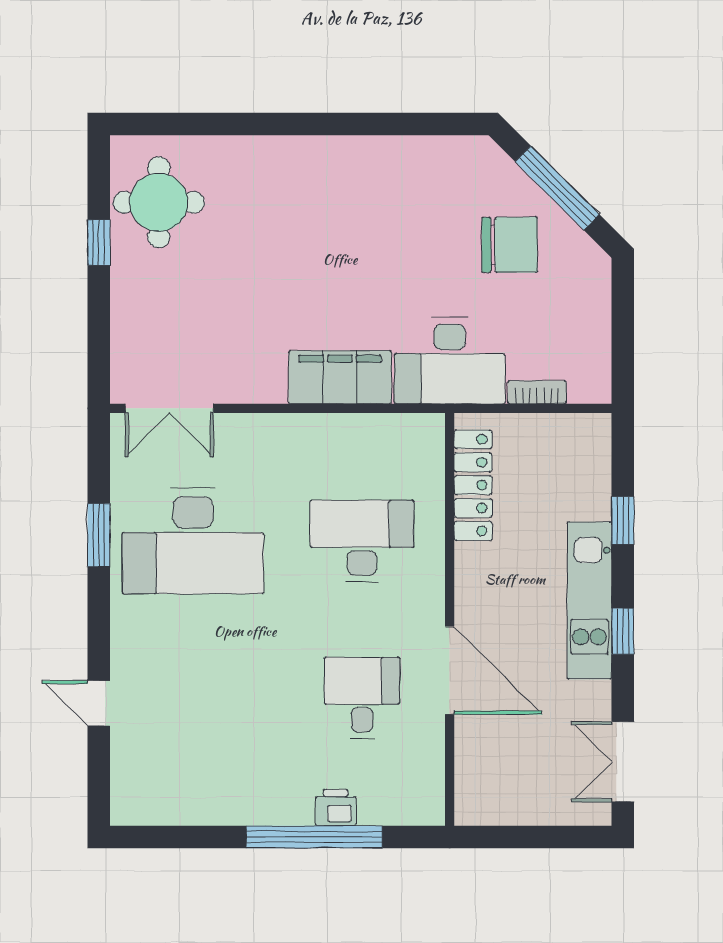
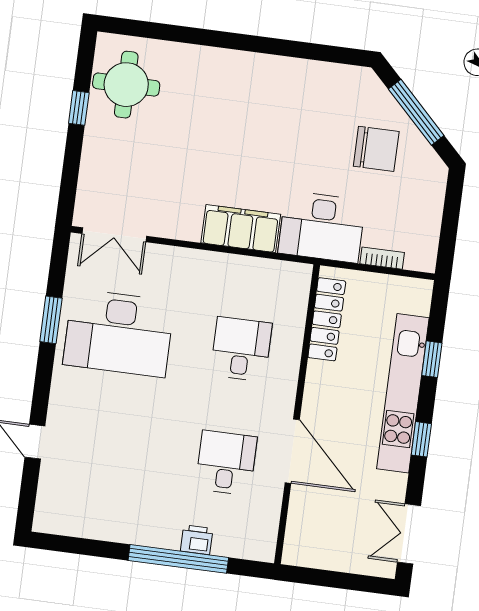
desk: (362, 541) -> (241, 349), width x0.73
kitchen unit: (590, 601) -> (403, 393), width x1.36

